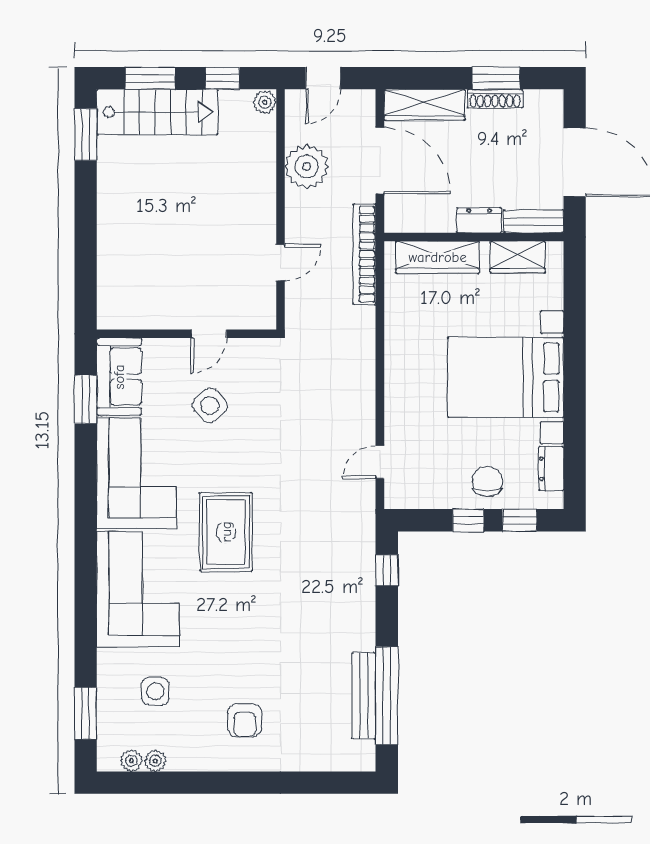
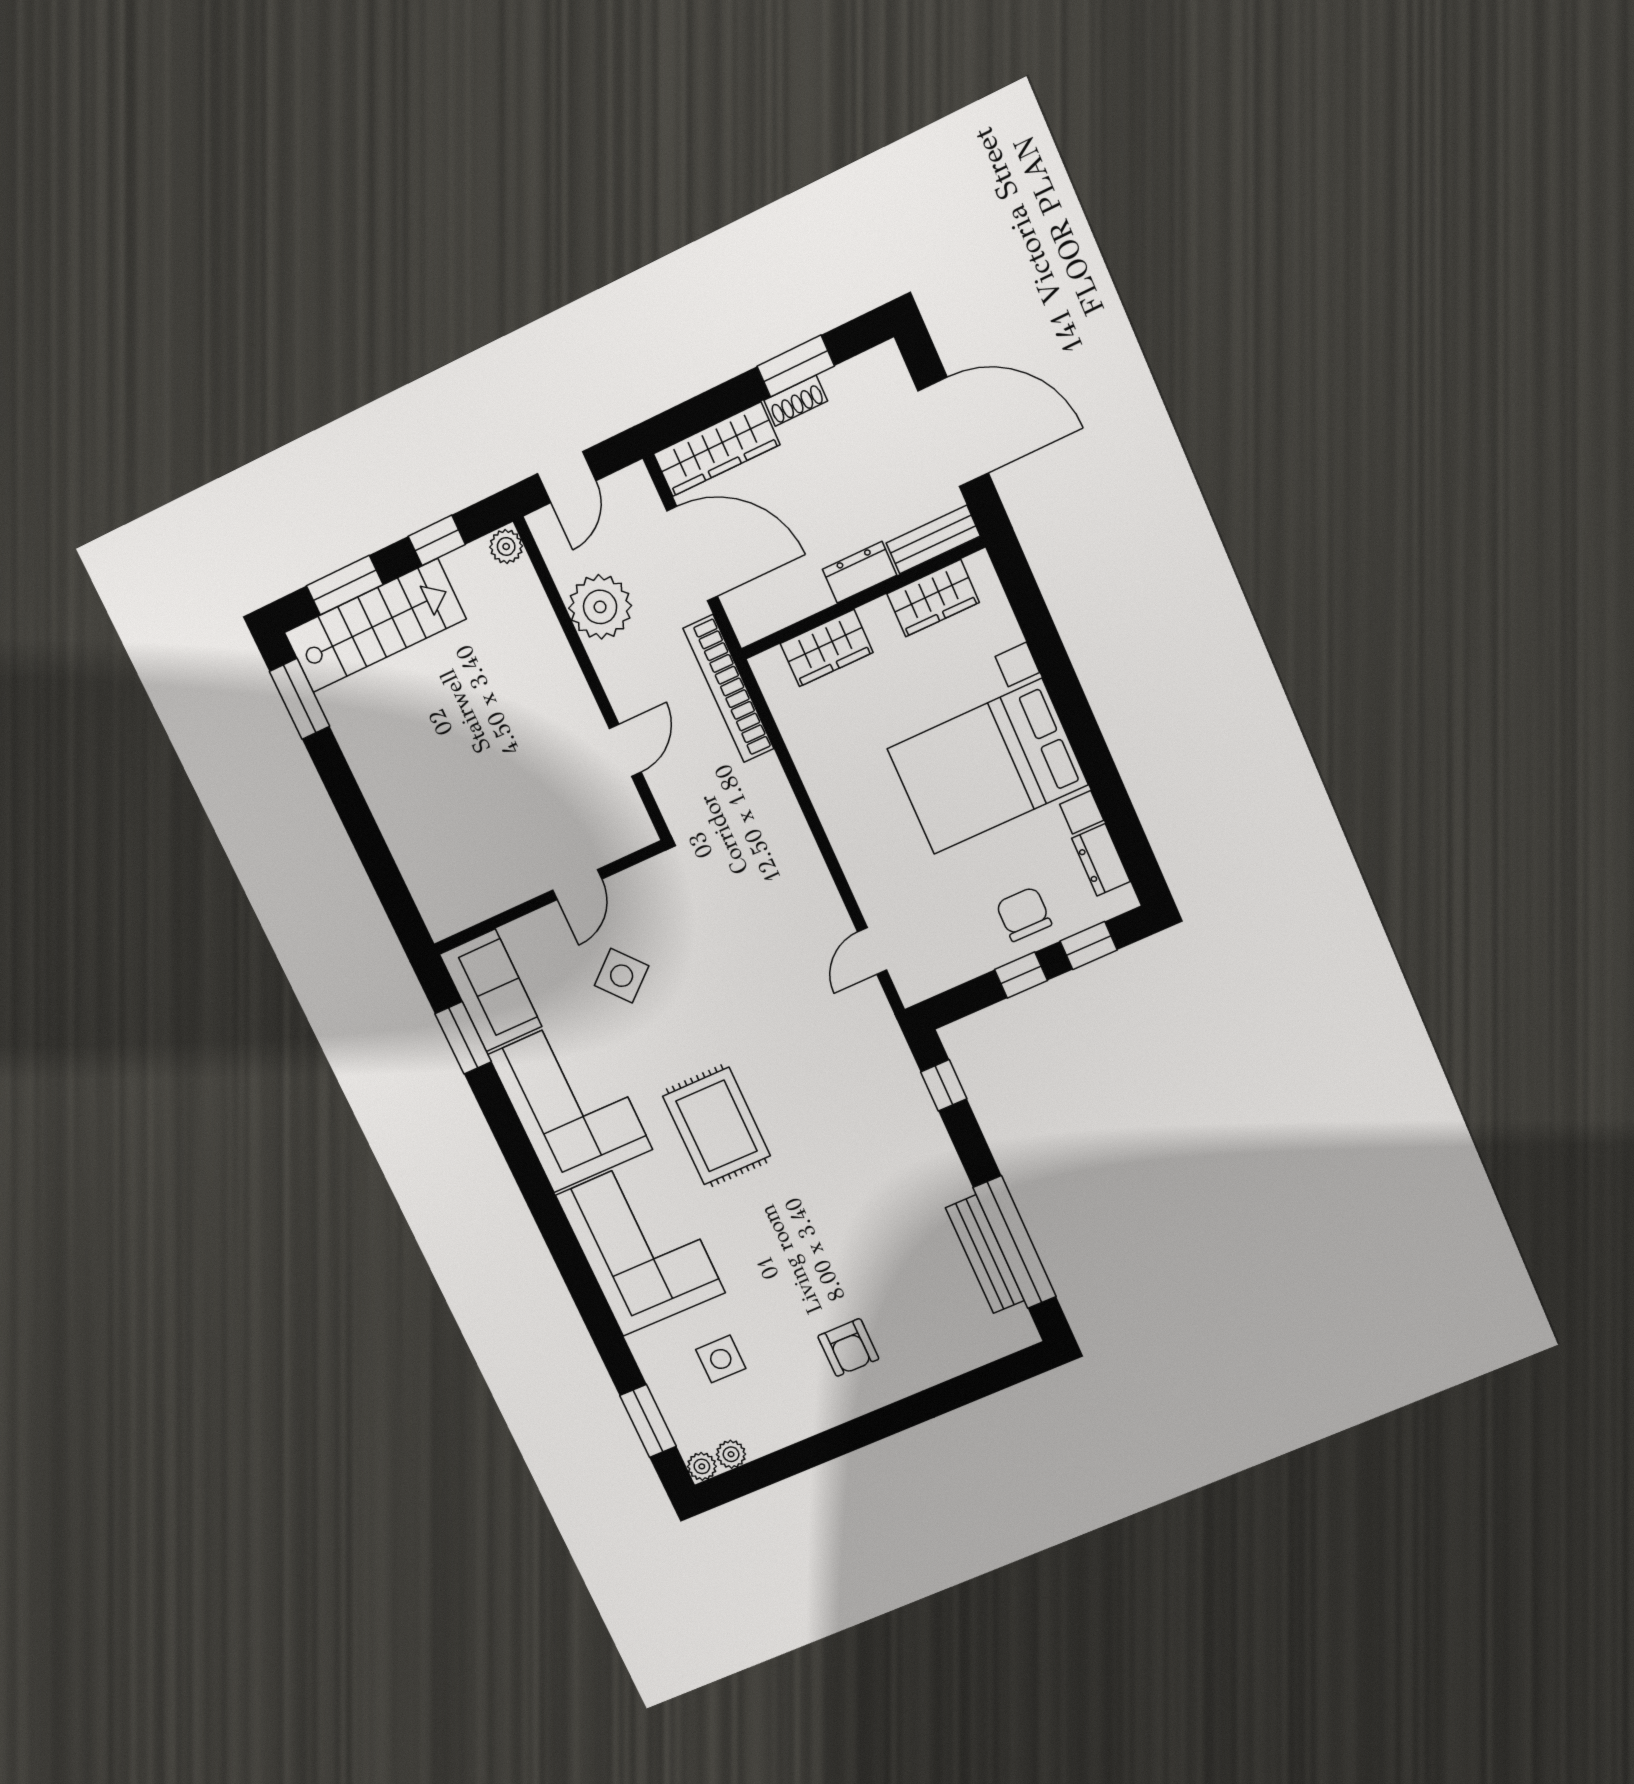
shoe rack: (495, 99) -> (796, 401), width x0.70
wardrobe: (438, 257) -> (827, 648), width x0.67
plant: (155, 761) -> (702, 1466), moved

